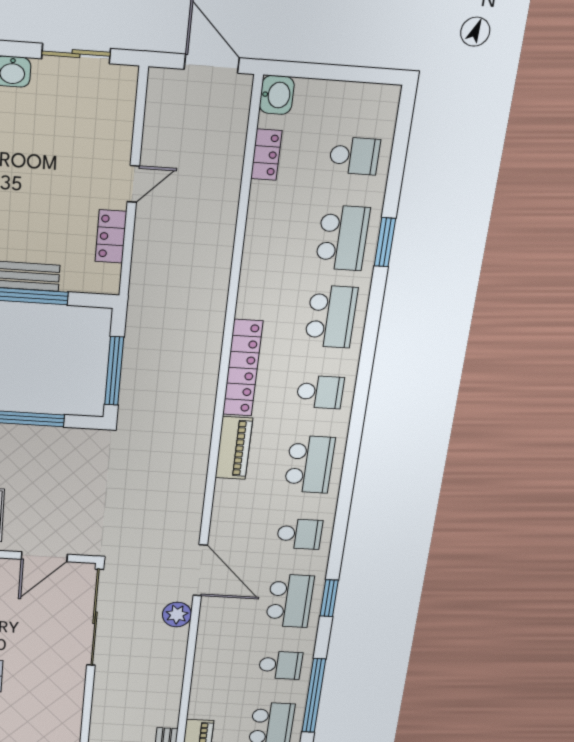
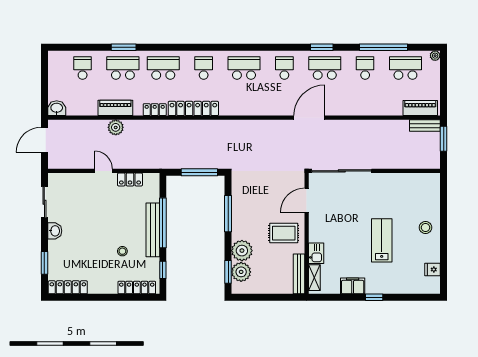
locker: (266, 155) -> (155, 110), moved
piano: (234, 448) -> (115, 108), moved
door: (44, 557) -> (307, 200), swing flipped
plant: (177, 614) -> (116, 127), moved

